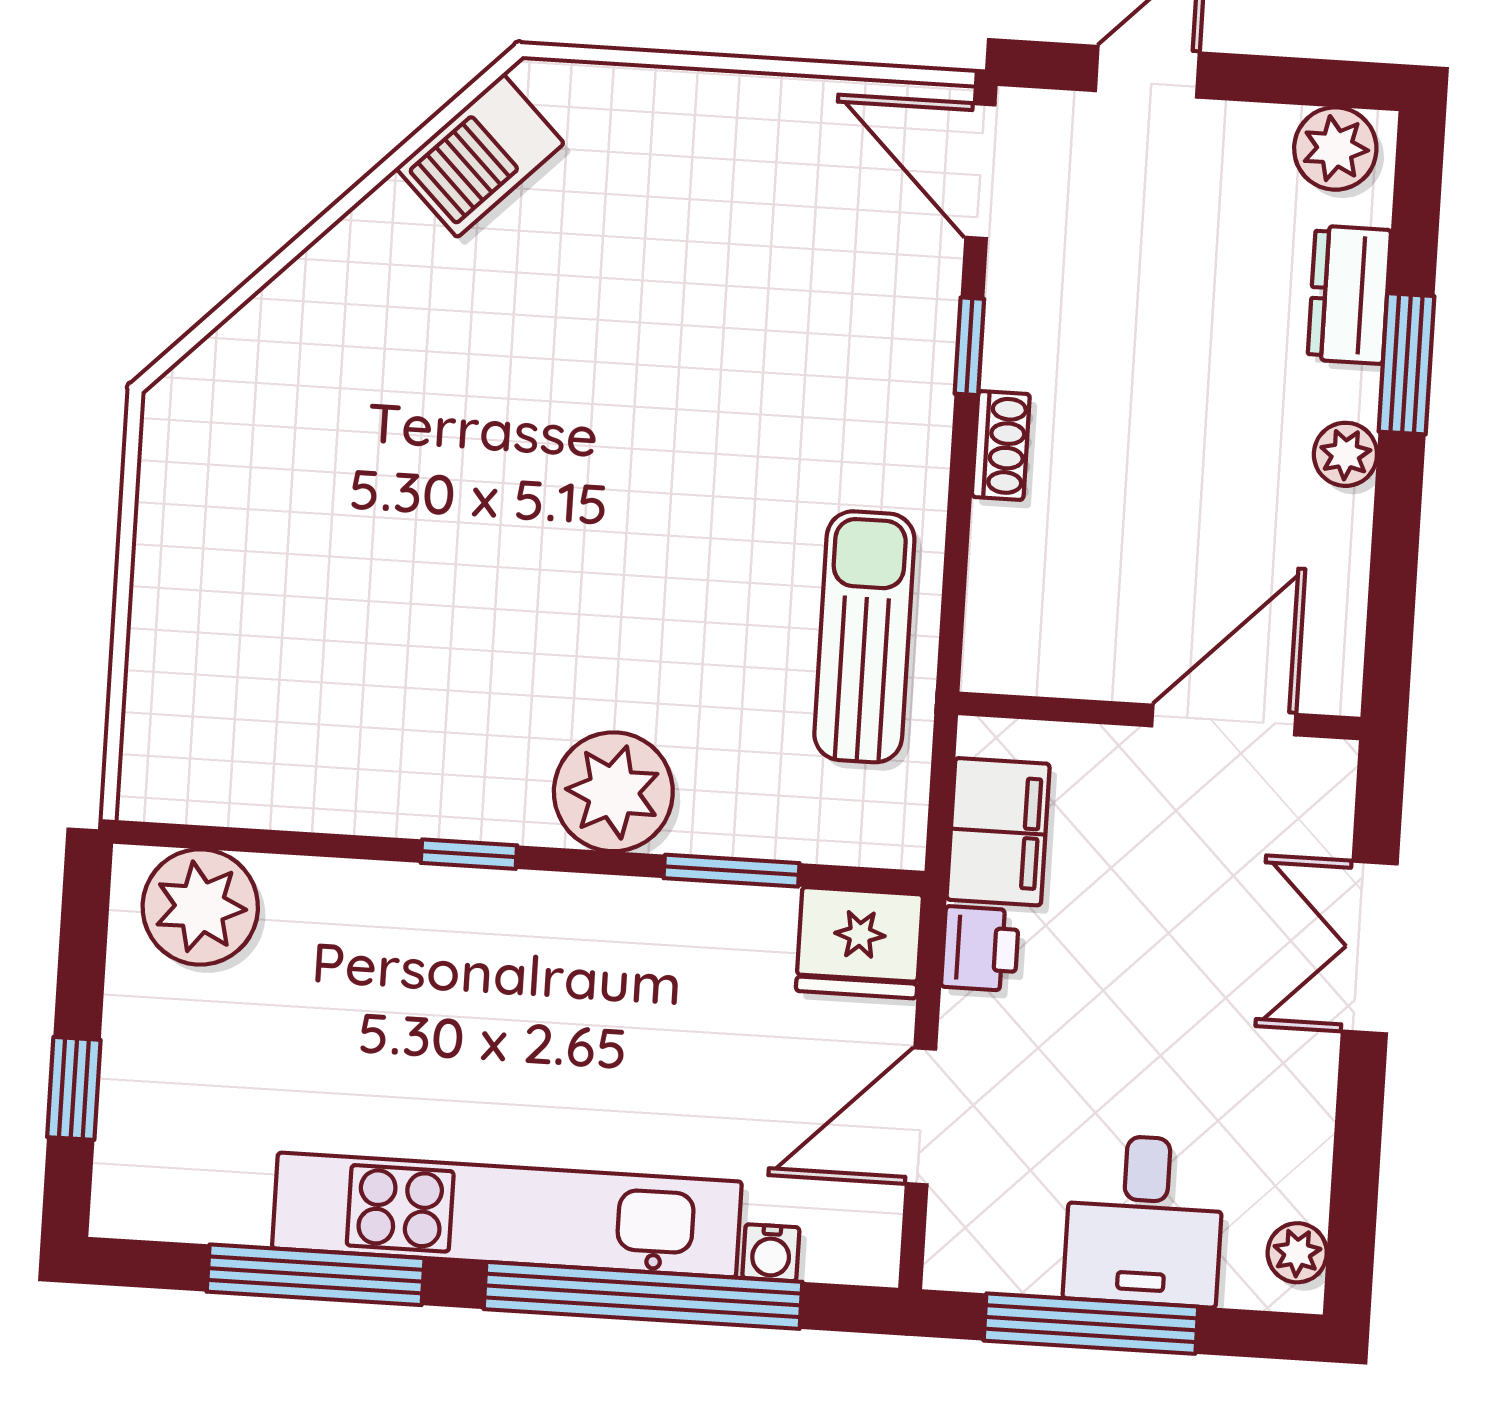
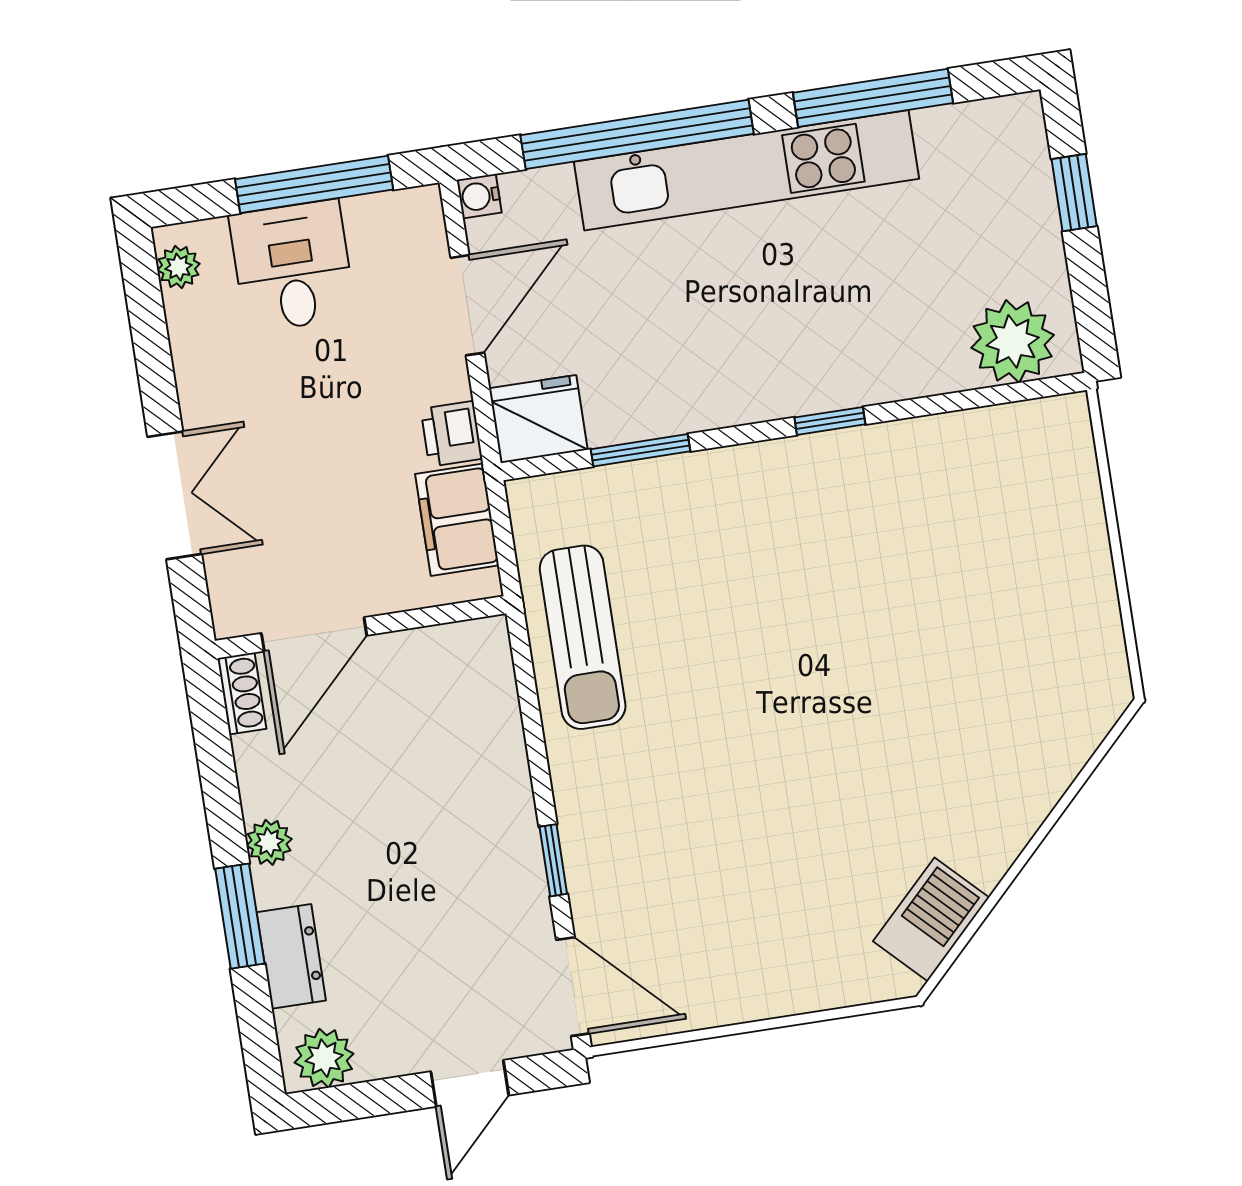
shoe rack: (1001, 445) -> (242, 693), moved, turned 180
plant: (613, 792) -> (737, 488), removed
water cooler: (771, 1253) -> (479, 196), moved, turned -90

